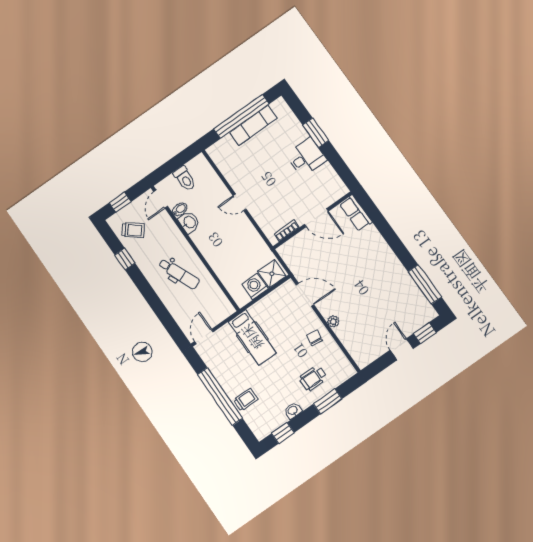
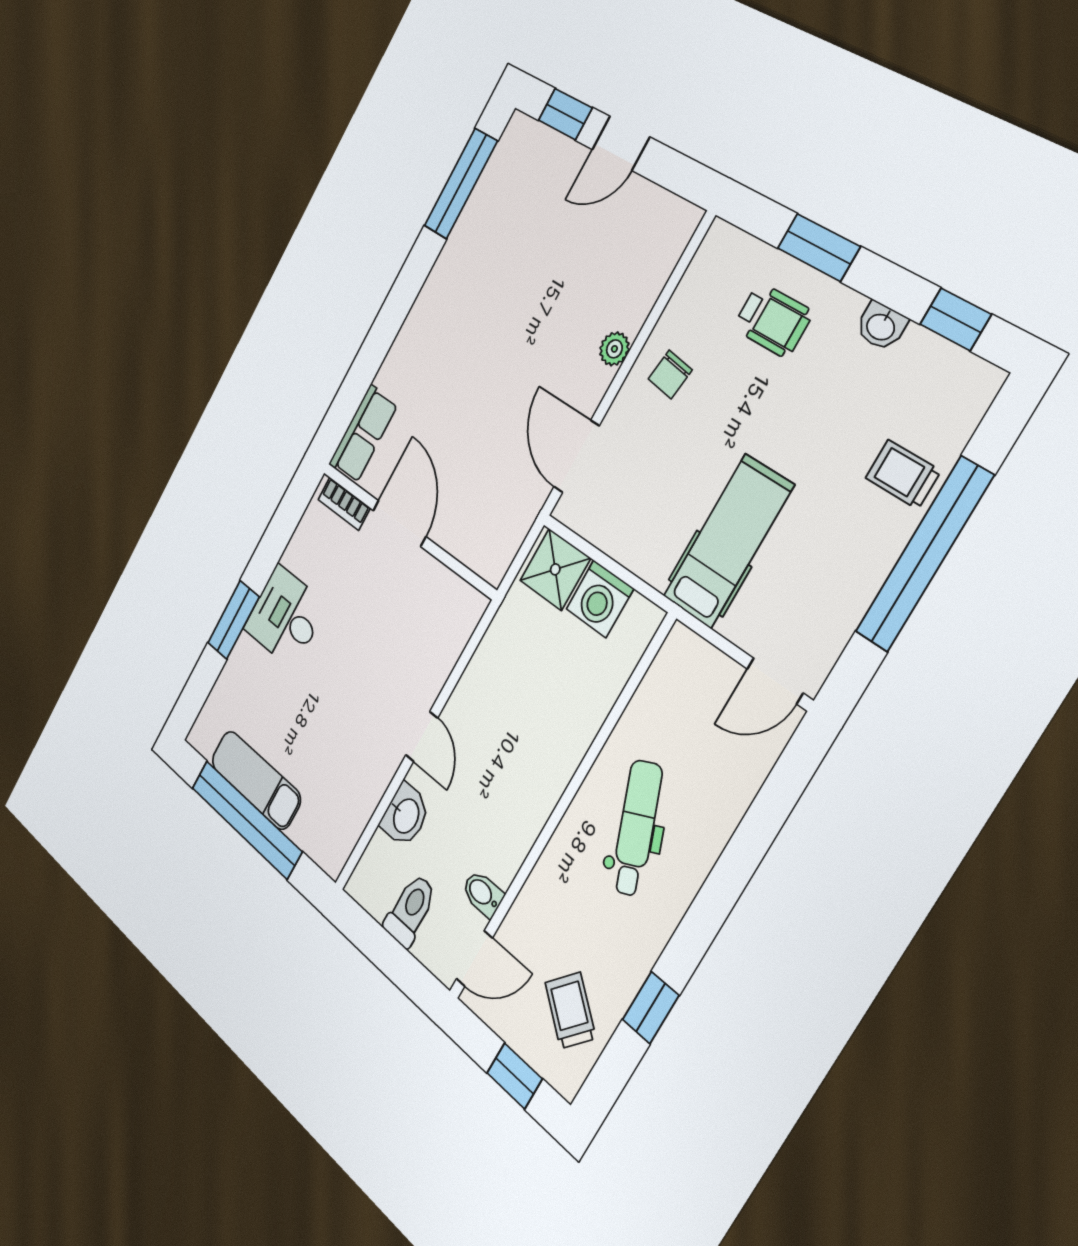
washbasin: (189, 222) -> (405, 815), moved, turned 180
bookcase: (287, 231) -> (344, 504), moved

